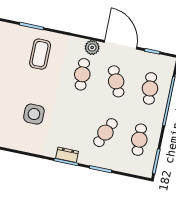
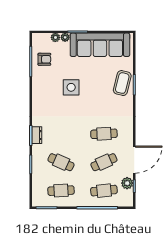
plant: (92, 47) -> (127, 183), moved
coffee table: (40, 54) -> (122, 83), moved, turned -76
side table: (34, 114) -> (71, 87), moved

